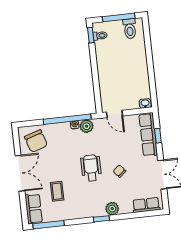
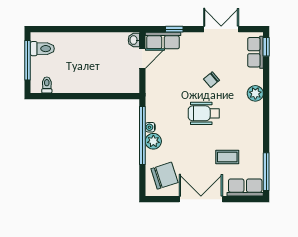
window: (91, 35) -> (45, 96), removed
door: (114, 114) -> (142, 59), moved
plant: (87, 126) -> (153, 141), moved
row of seats: (148, 134) -> (163, 40), width x0.68
window: (101, 219) -> (266, 47), moved

